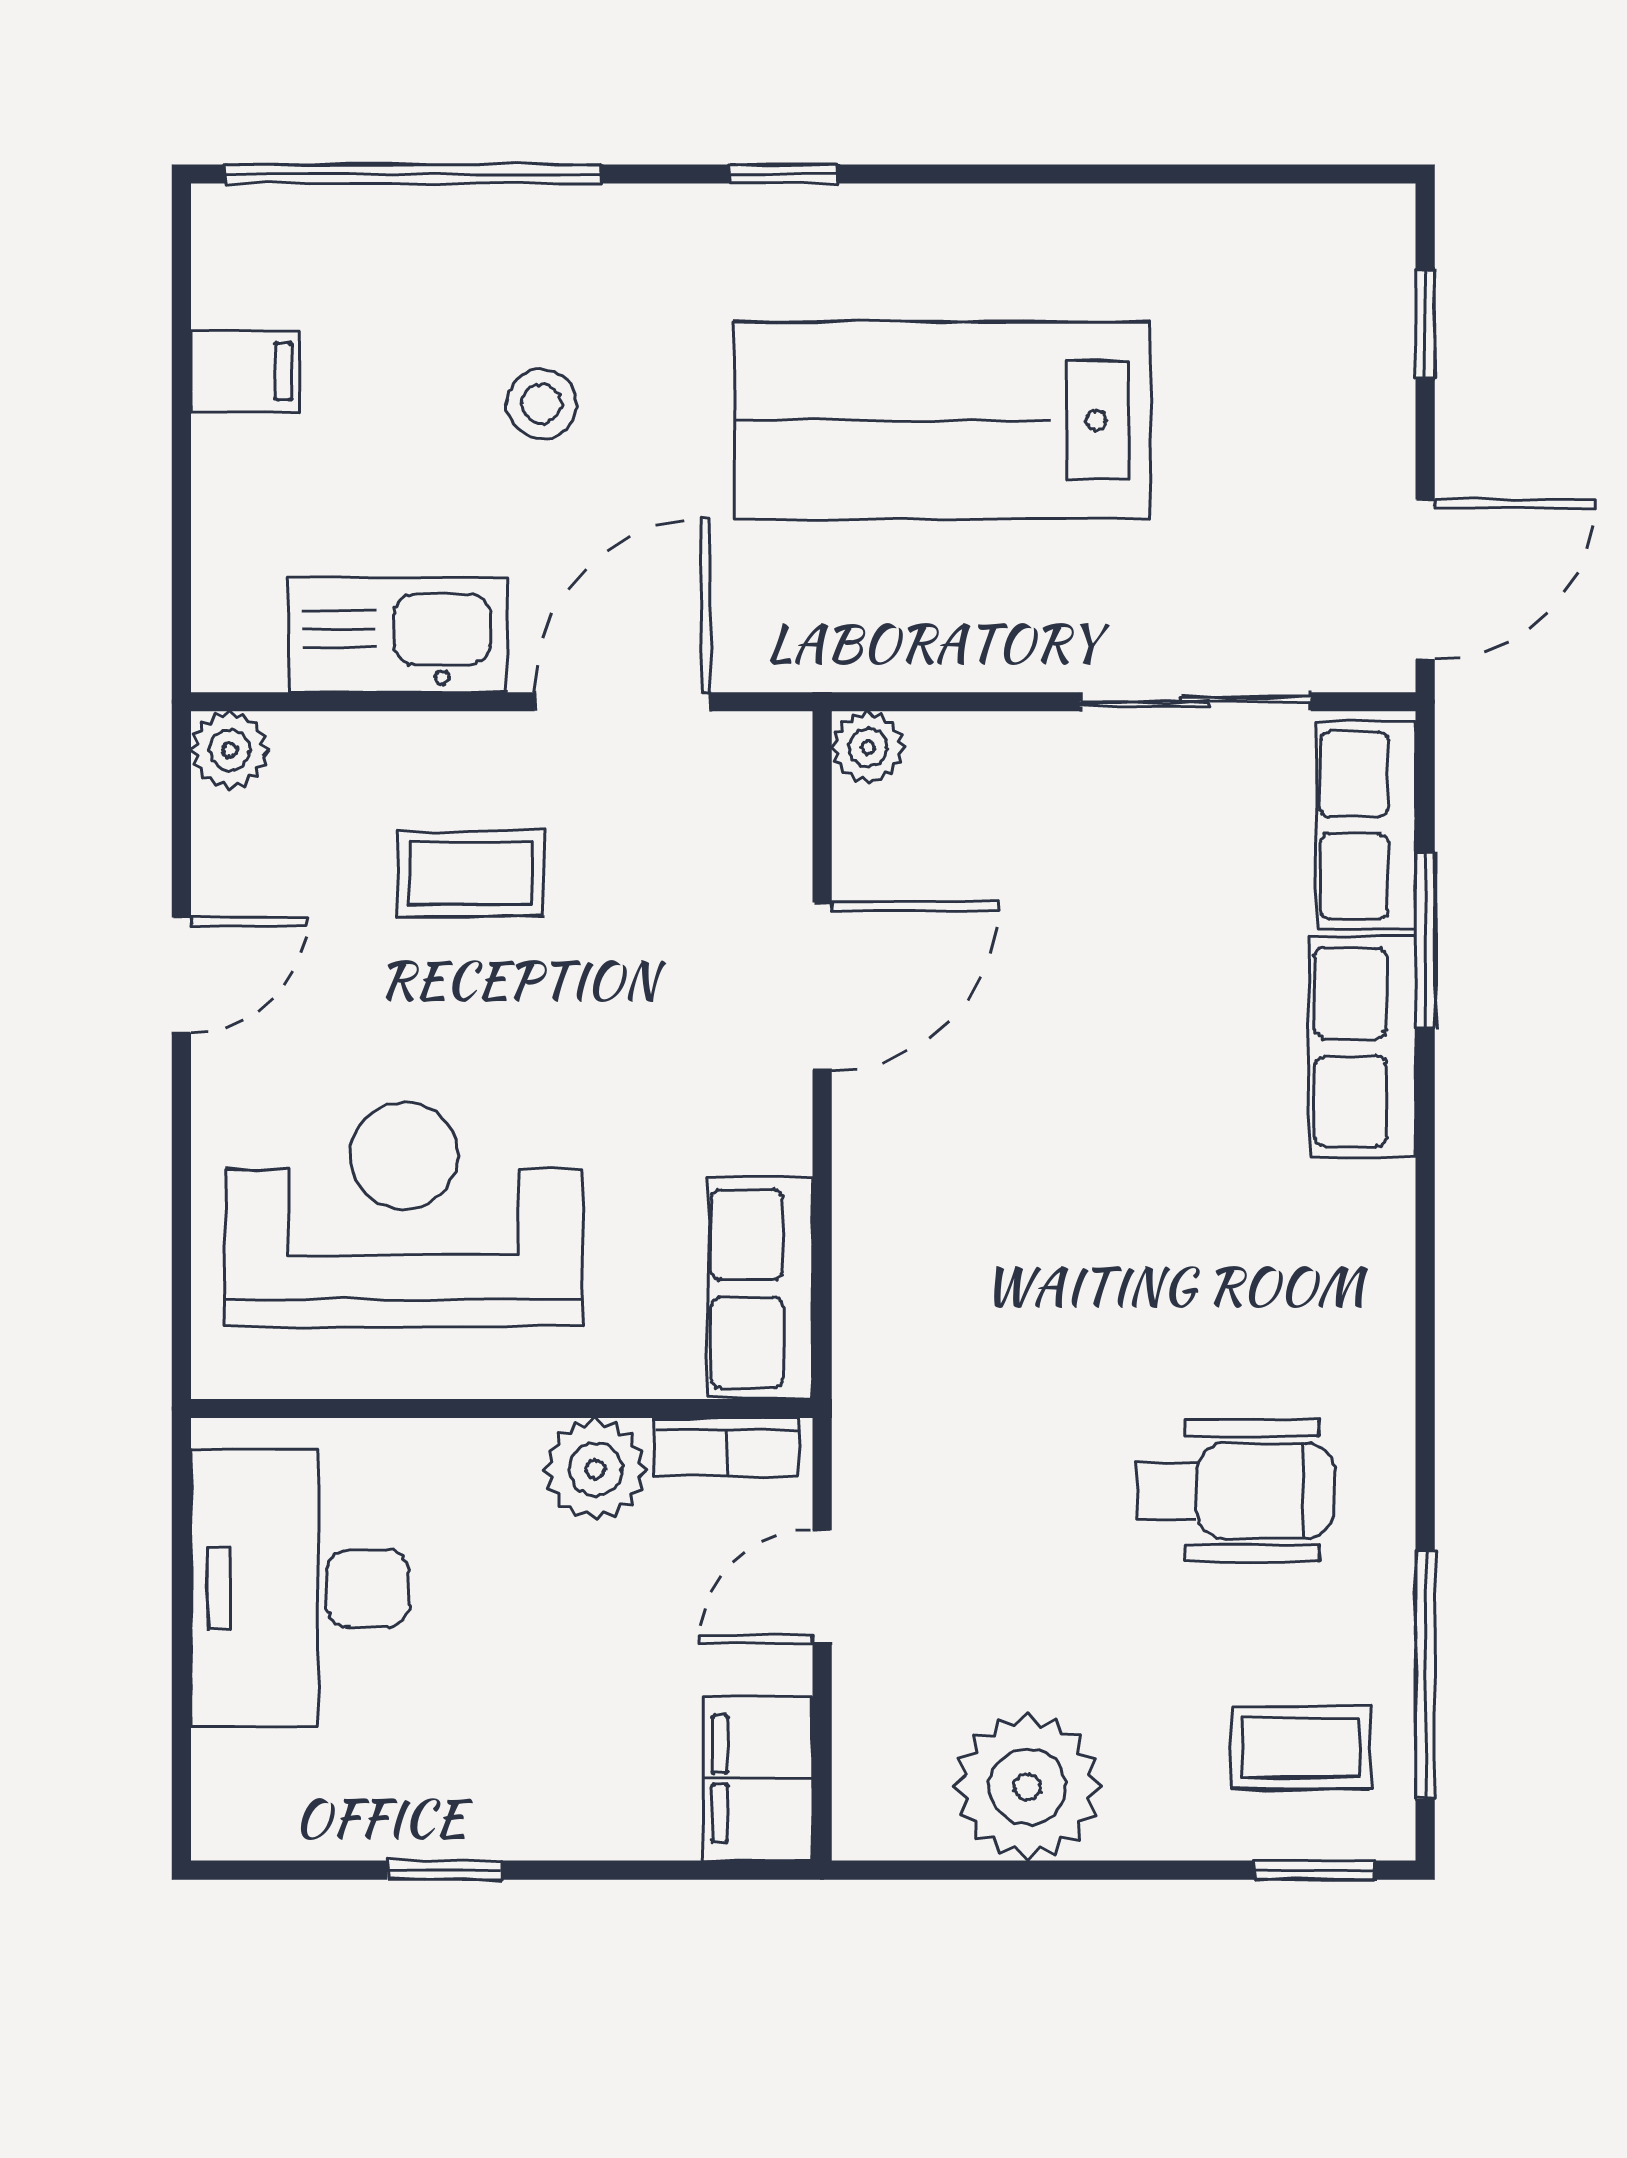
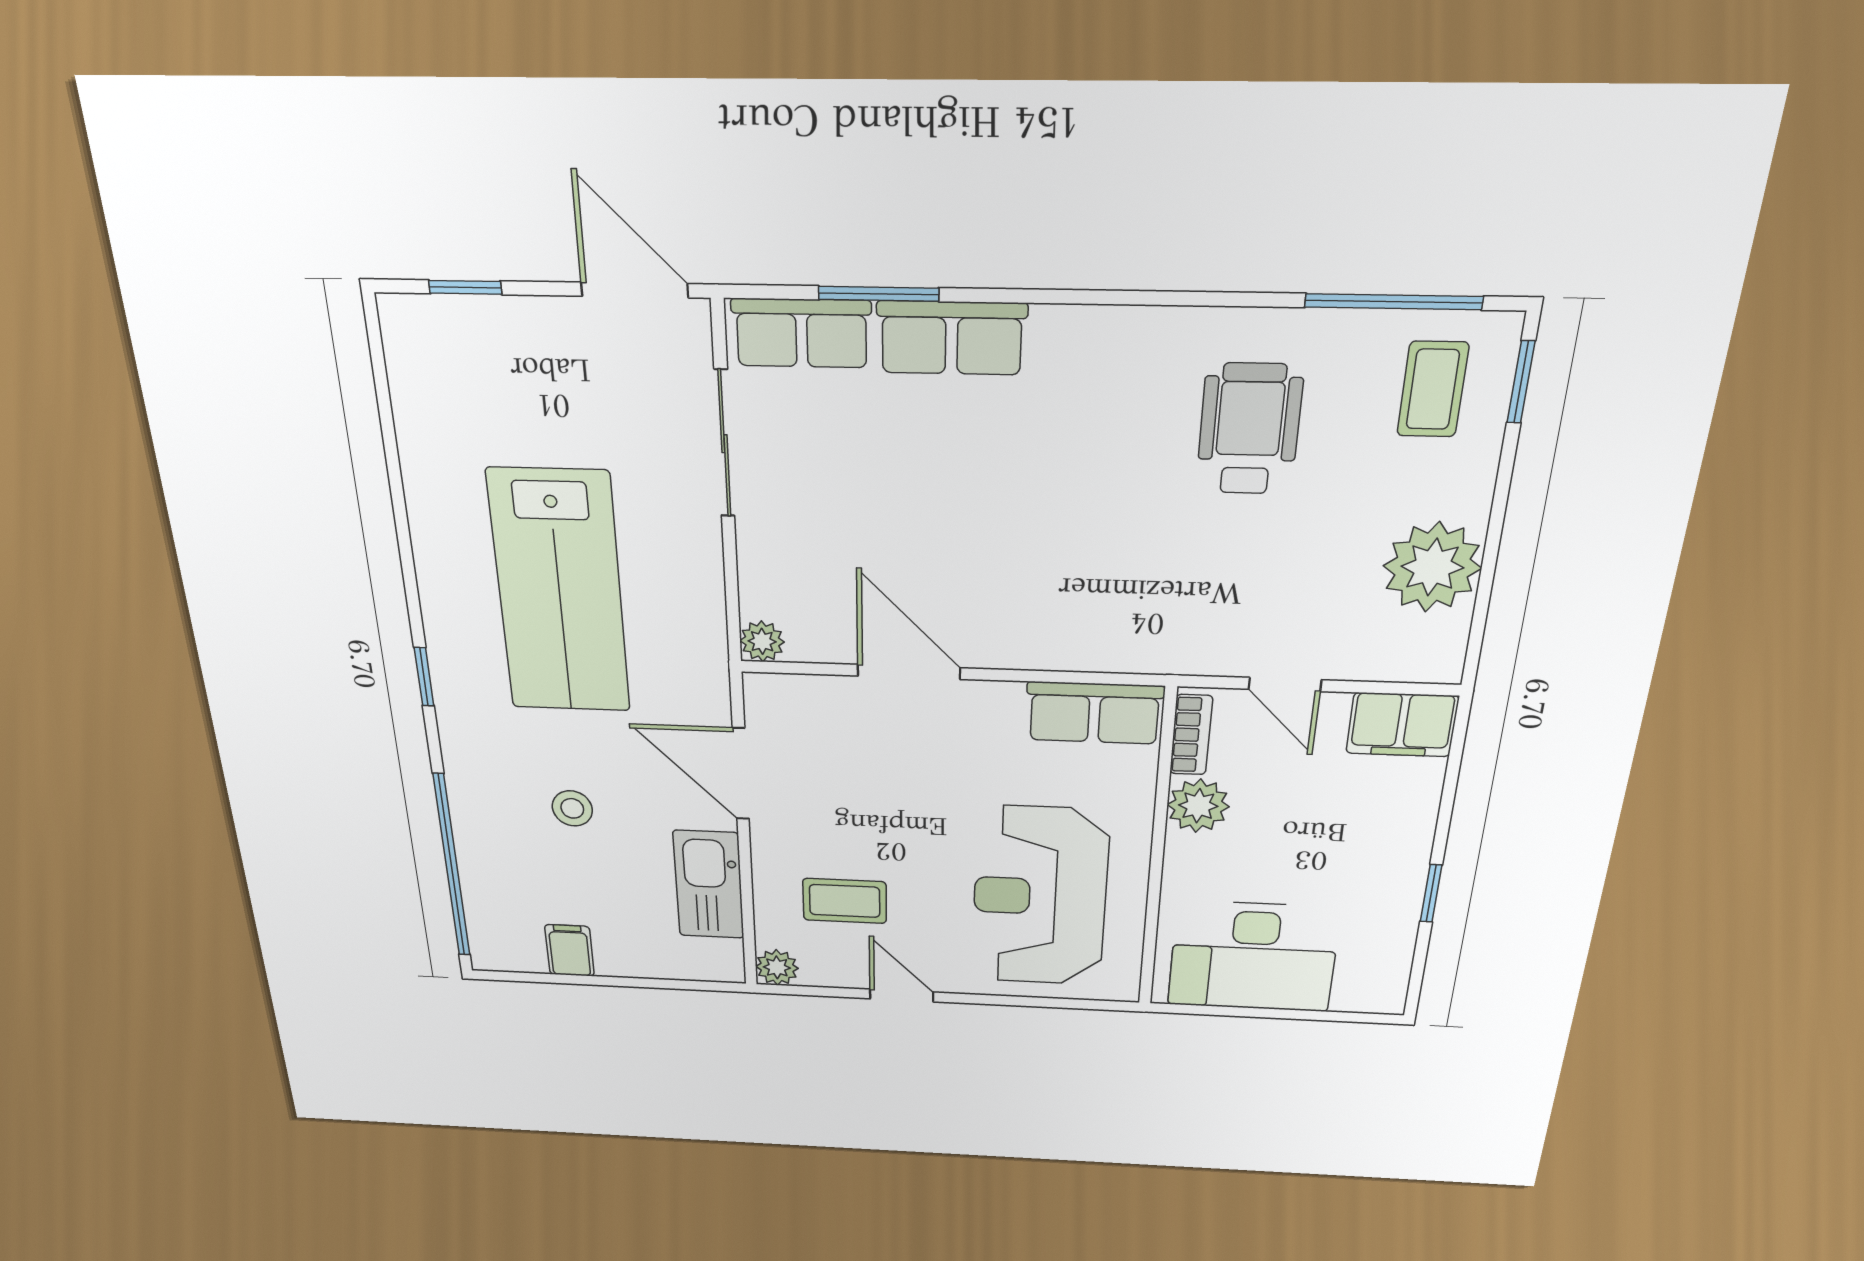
coffee table: (470, 873) -> (845, 901), moved, turned 90

